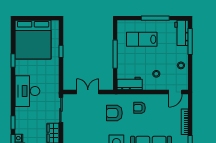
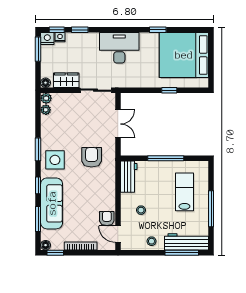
workbench: (181, 33) -> (187, 242), width x1.38
armchair: (139, 108) -> (107, 218), moved

